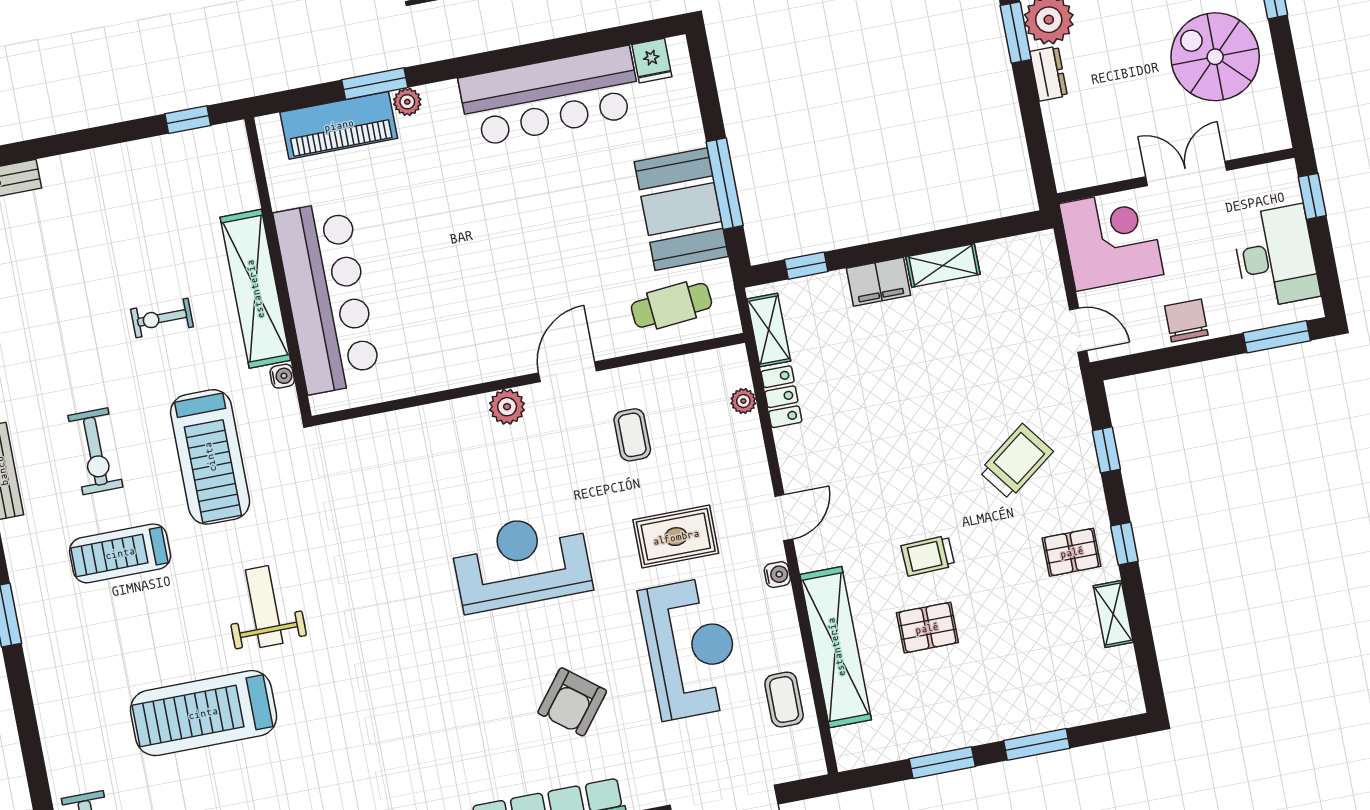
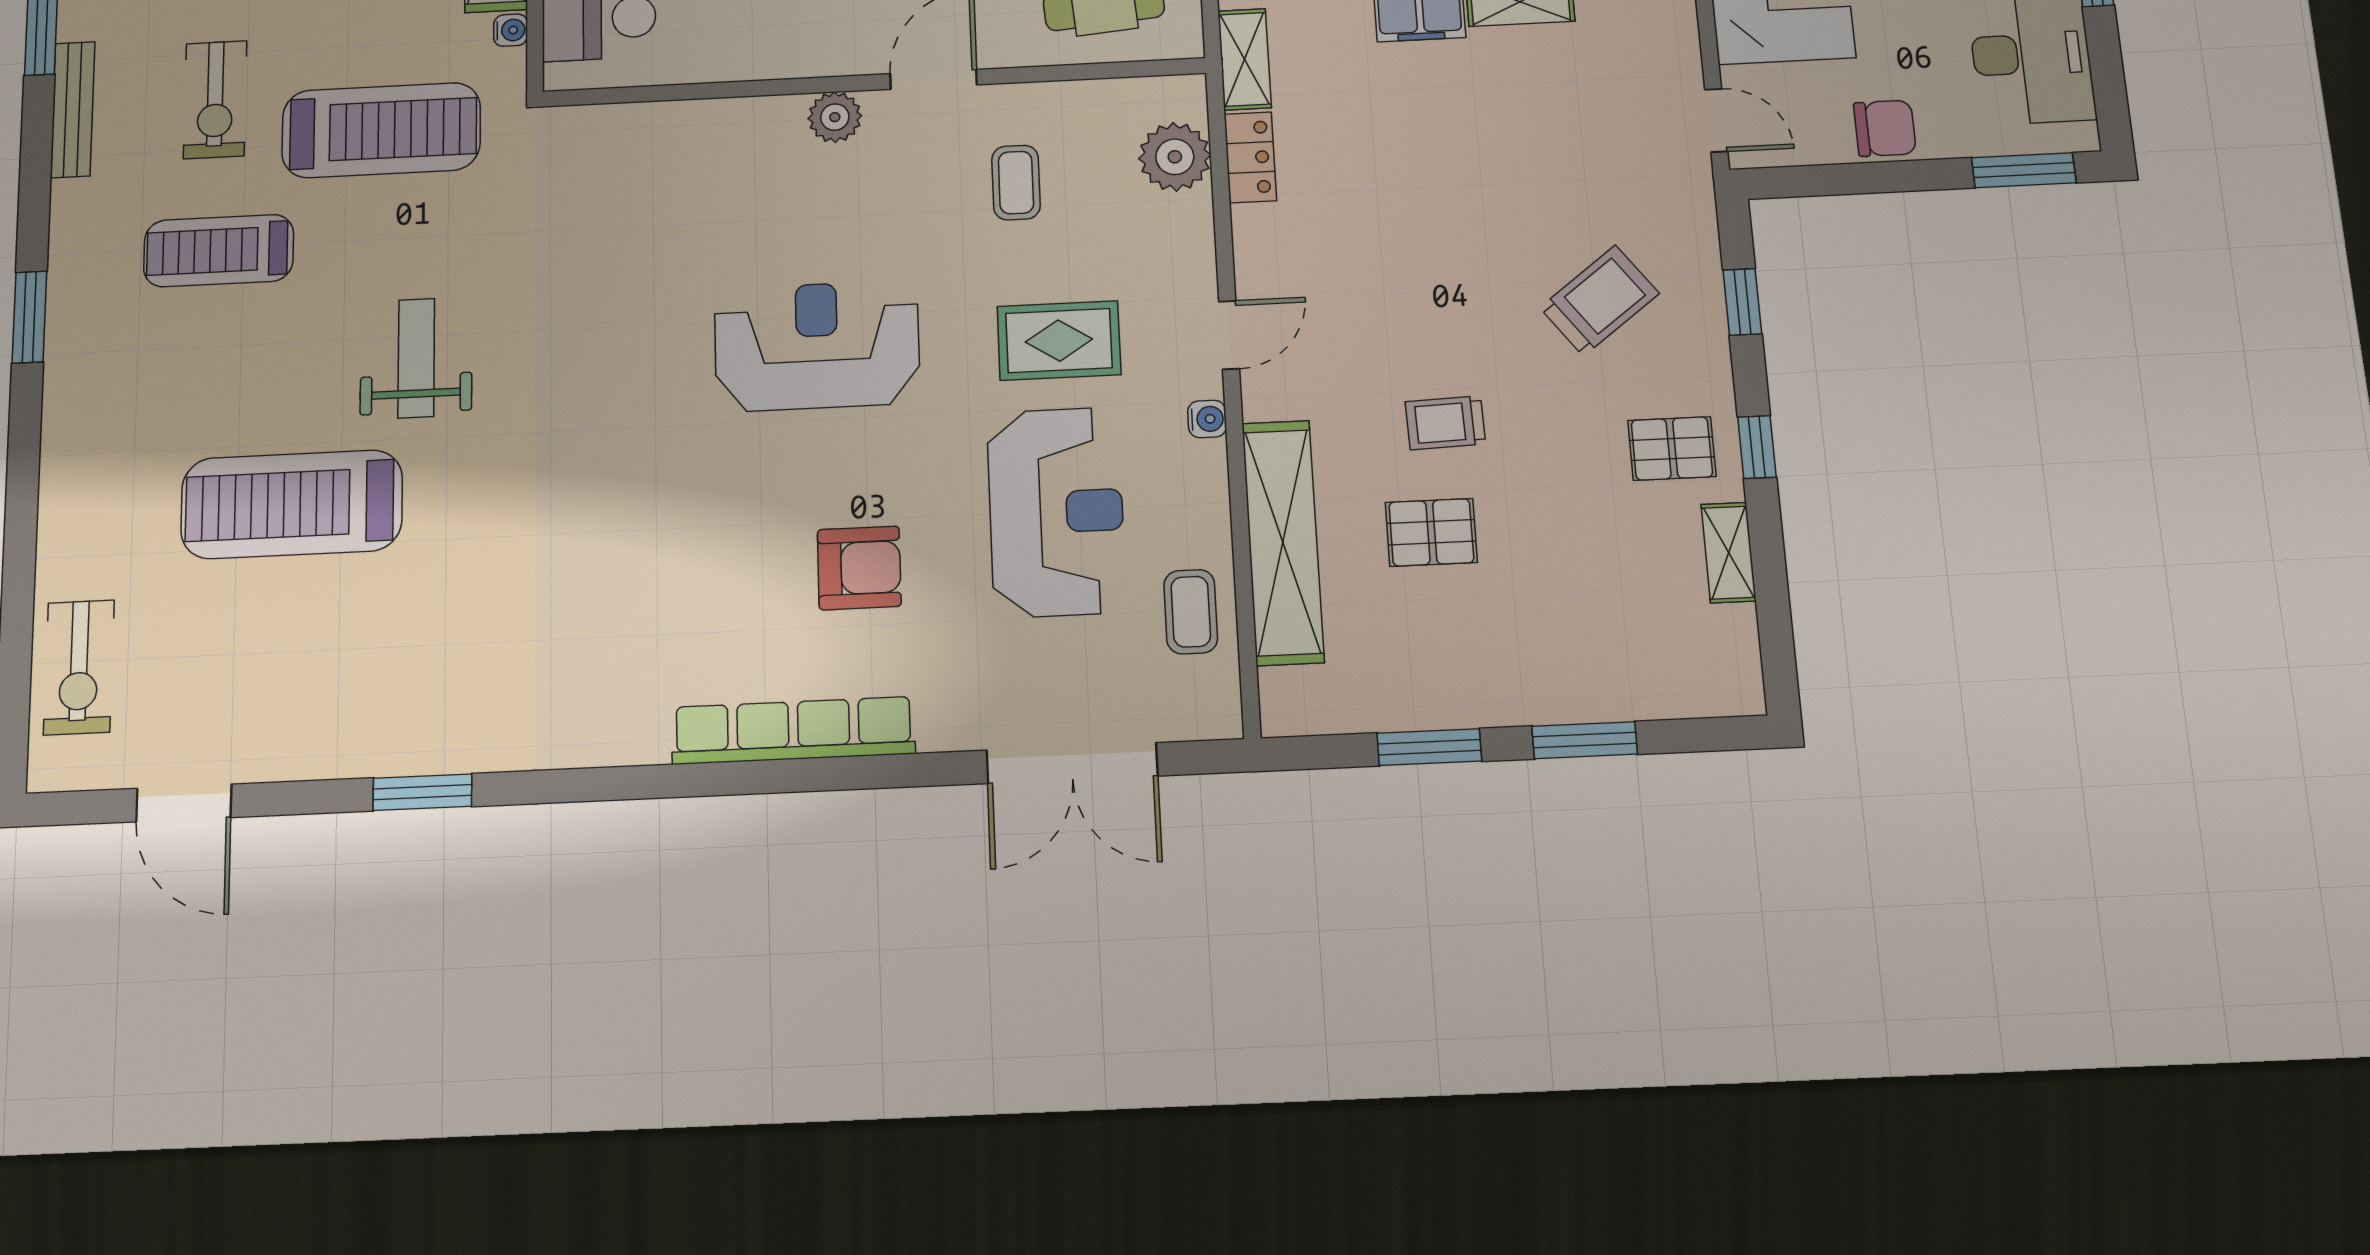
chair: (1186, 321) -> (1885, 128), turned 90
plant: (743, 401) -> (1175, 157), width x1.88, depth x1.88
treadmill: (210, 457) -> (381, 130), turned -90
armchair: (572, 702) -> (859, 568), turned -128

